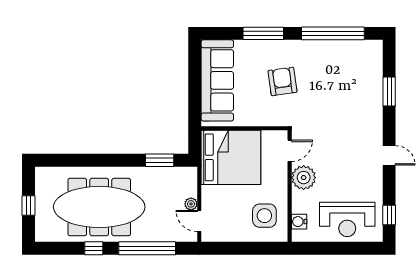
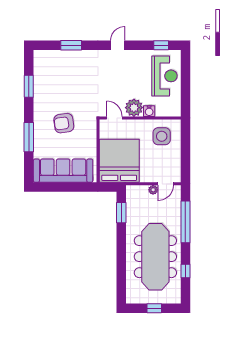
window: (333, 33) -> (29, 86), width x0.47
water cooler: (299, 222) -> (149, 111), moved
window: (94, 248) -> (185, 271), moved

